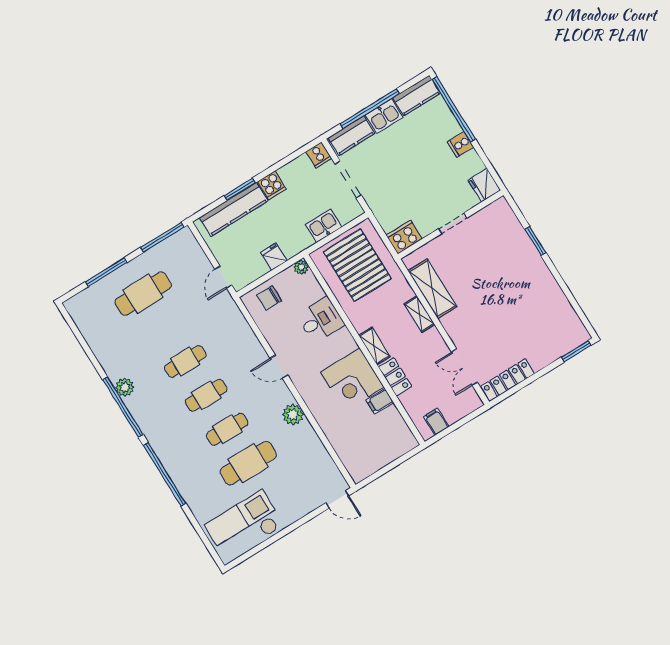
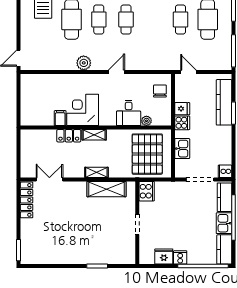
cooker: (272, 185) -> (182, 123), moved, turned 180
fridge: (484, 185) -> (164, 256), moved
pallet: (357, 265) -> (147, 154), turned 90
plant: (301, 267) -> (146, 121), moved
cafe table: (185, 361) -> (181, 19), moved
filing cabinet: (436, 422) -> (28, 143), removed

